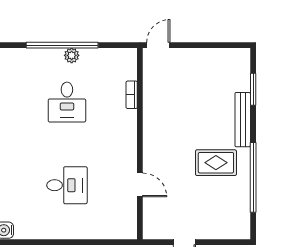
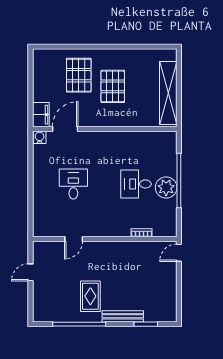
door: (158, 45) -> (179, 253), swing flipped
plant: (72, 55) -> (166, 187), width x1.88, depth x1.88
desk: (67, 185) -> (73, 184), turned 180

